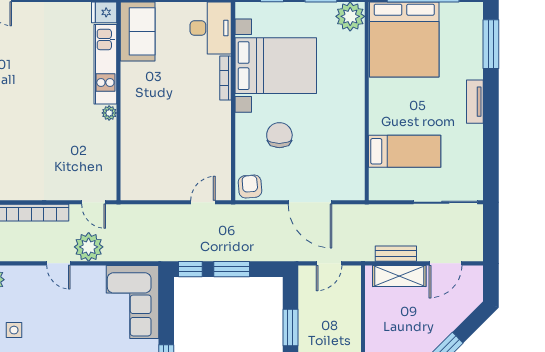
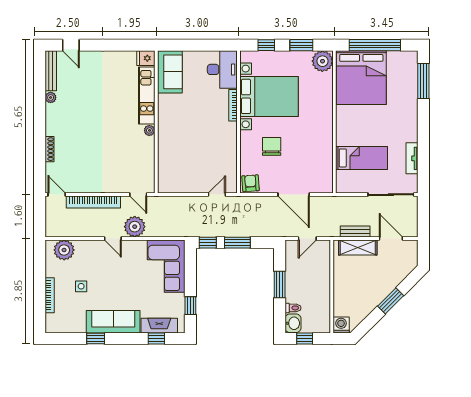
tv unit: (475, 102) -> (412, 158), moved
door: (445, 263) -> (391, 238), swing flipped

